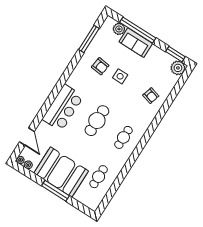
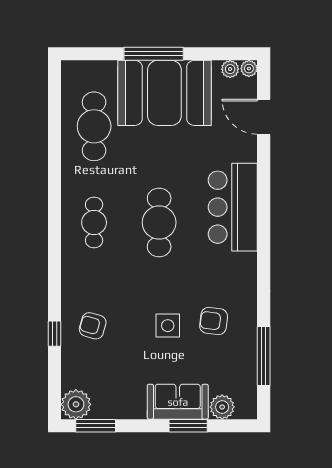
window: (138, 30) -> (188, 426), width x0.47
window: (168, 102) -> (55, 334), added
cafe table: (99, 177) -> (94, 126), width x1.37, depth x1.35

